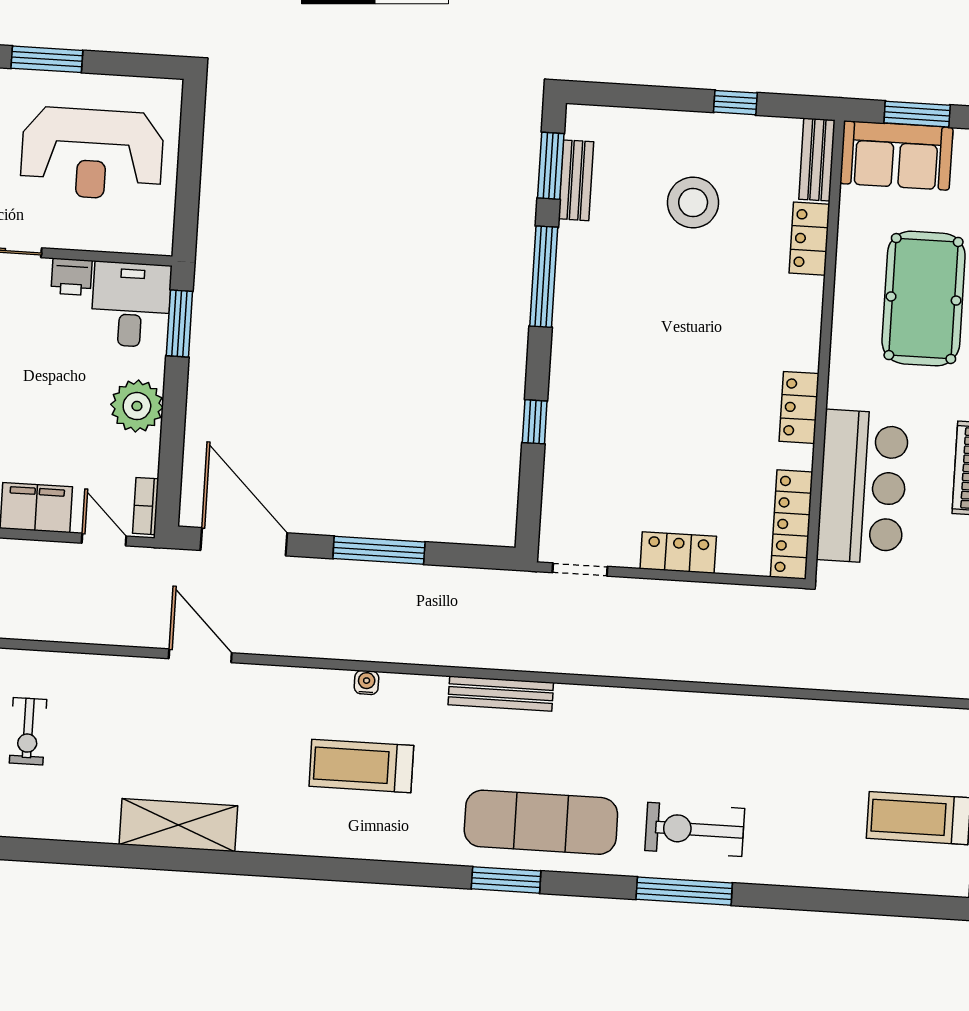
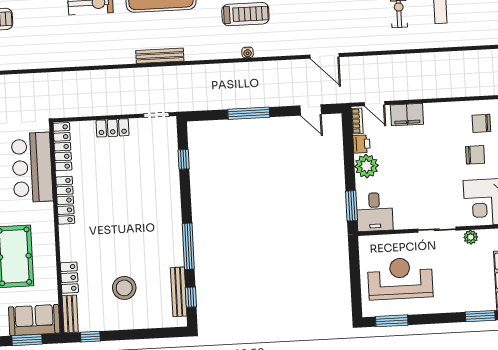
window: (47, 59) -> (392, 321), moved
window: (735, 103) -> (90, 337), moved
window: (551, 166) -> (191, 297), width x0.67
bench: (576, 180) -> (179, 292), width x1.36
printer: (72, 277) -> (361, 144), moved, turned 90
locker: (799, 407) -> (65, 200), width x1.53
window: (535, 422) -> (184, 159), moved
door: (244, 542) -> (311, 110), width x0.53
bench: (501, 694) -> (160, 56), moved

